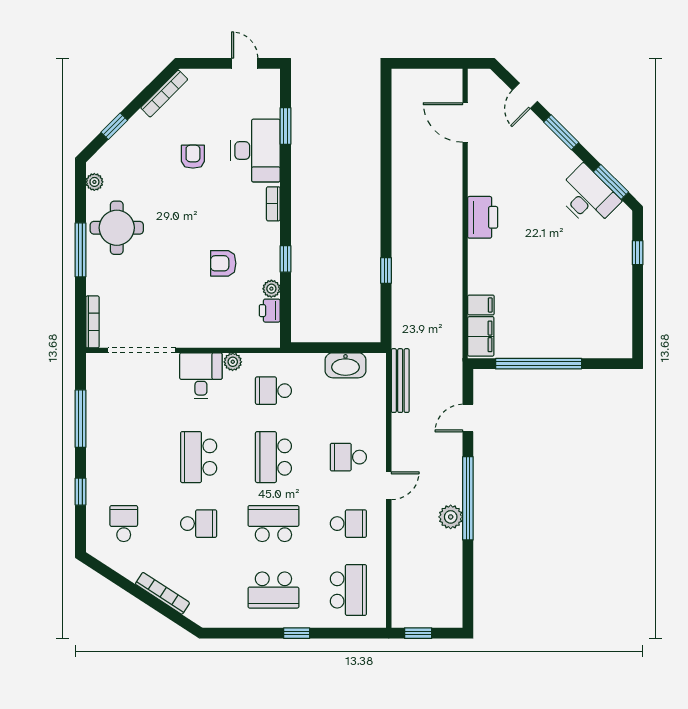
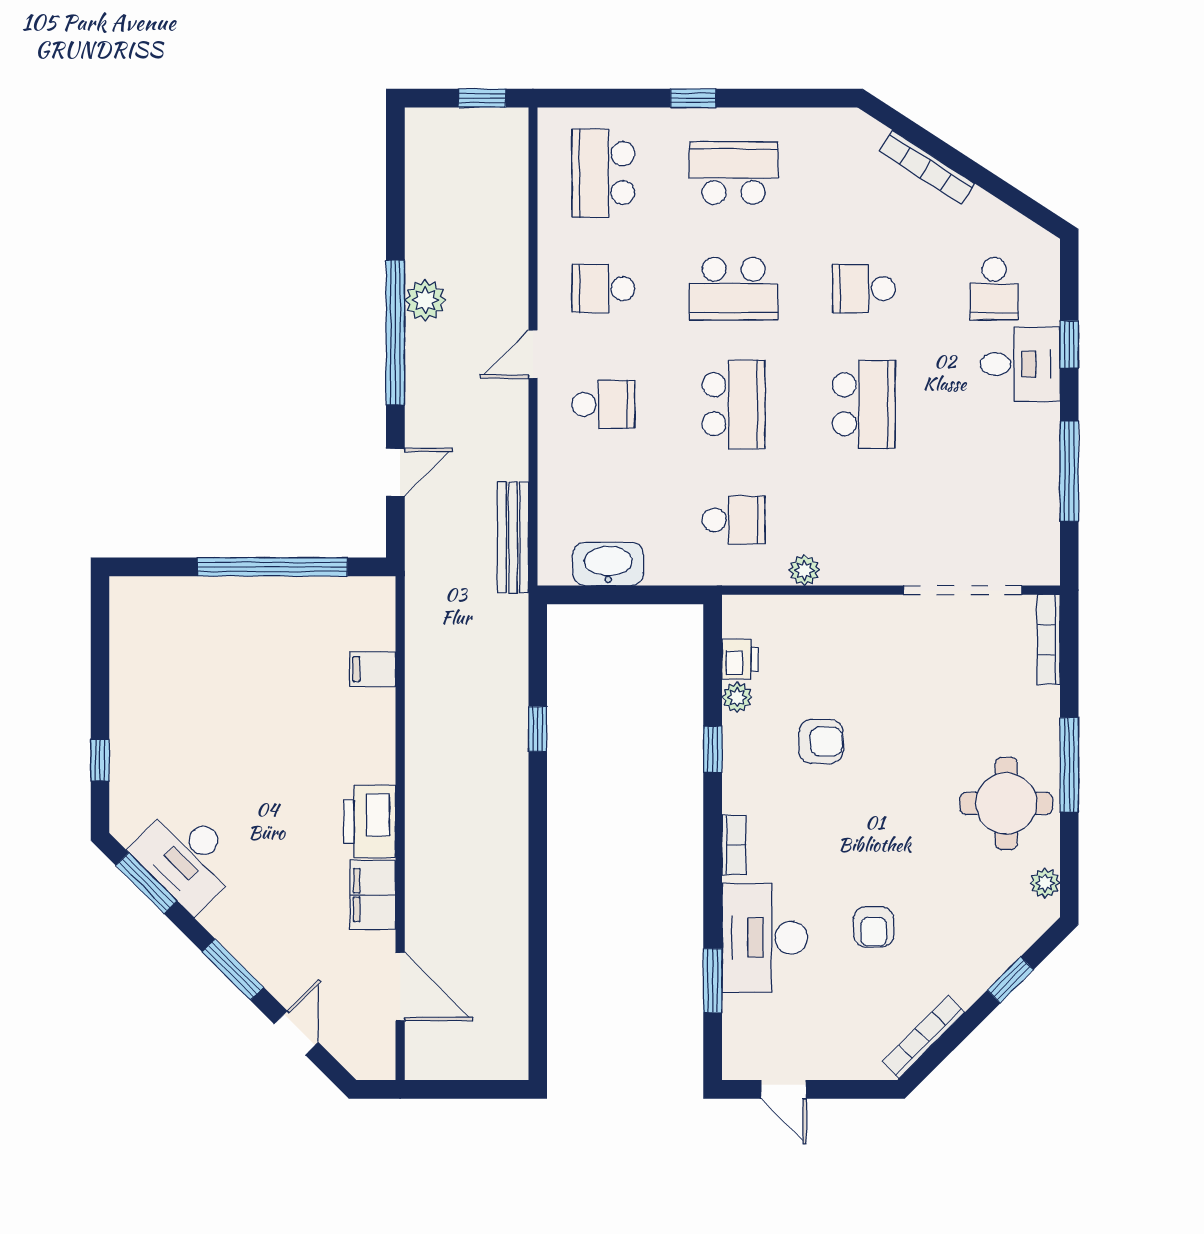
filing cabinet: (481, 336) -> (373, 895), moved
desk: (201, 376) -> (1020, 364), moved, turned -90

